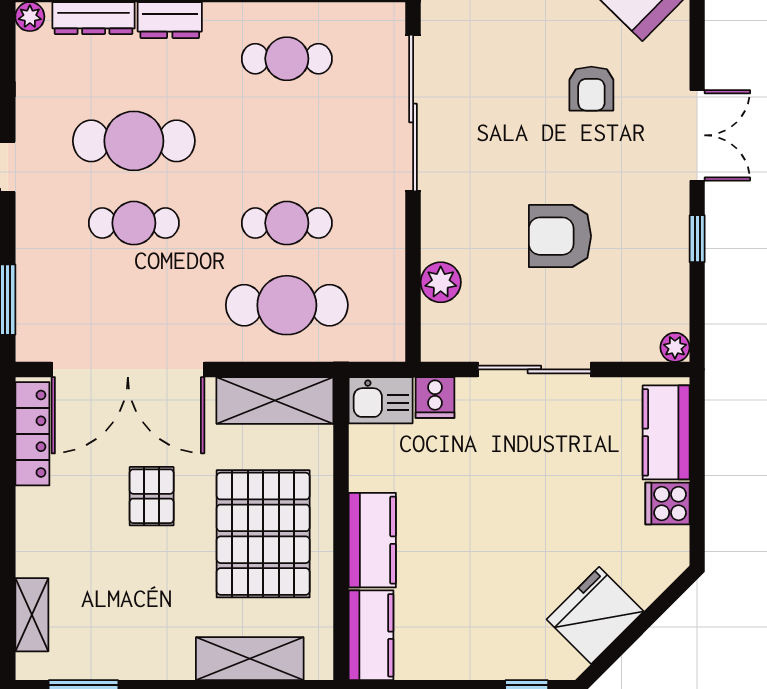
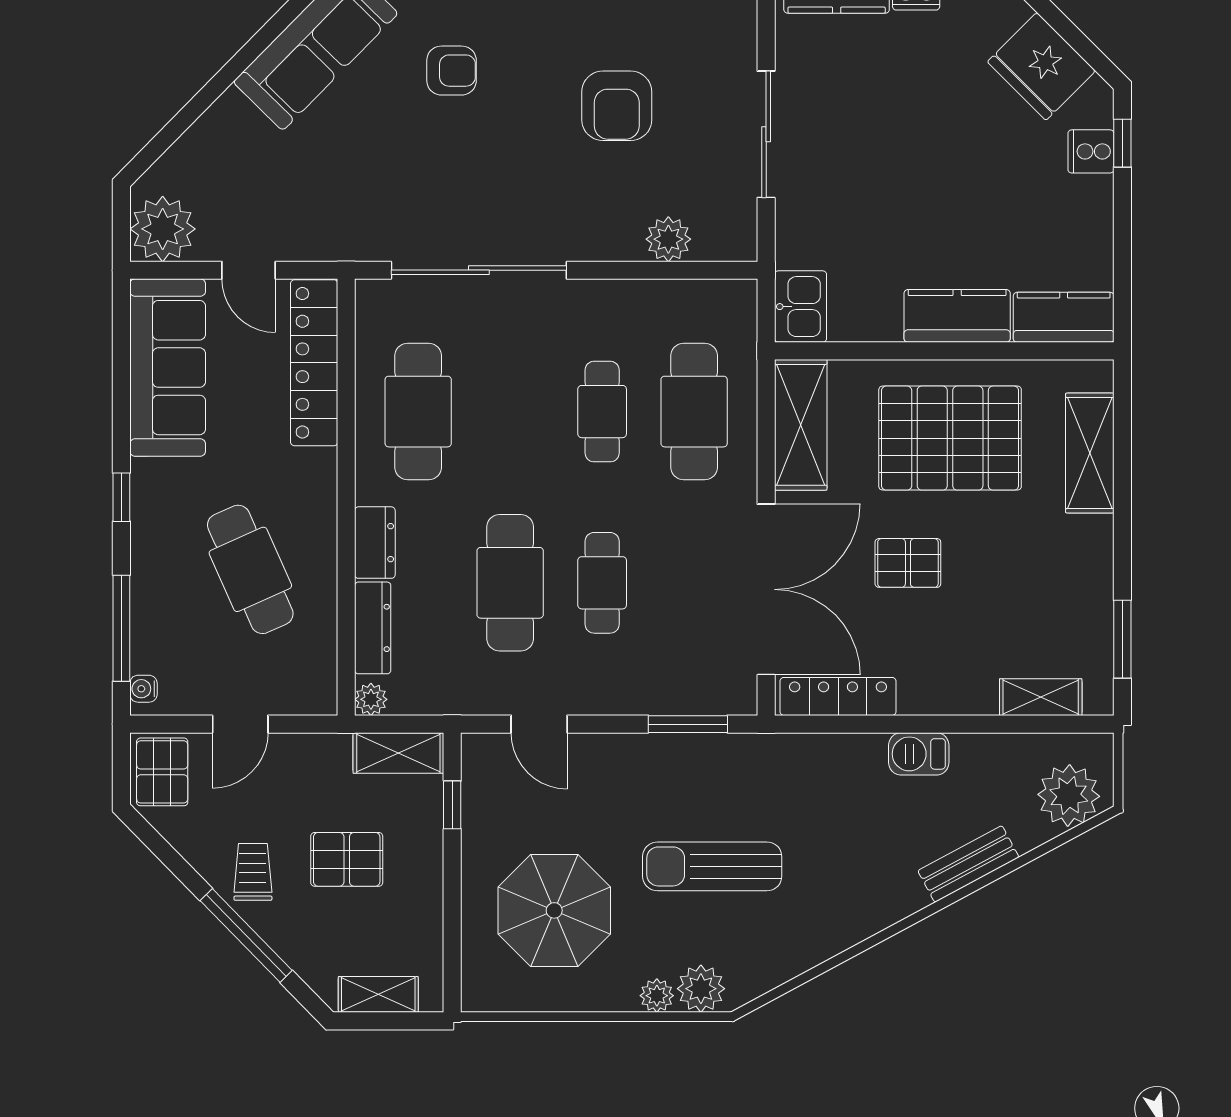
cafe table: (287, 59) -> (418, 412), width x1.37, depth x1.35
cooker: (435, 398) -> (1091, 151), moved, turned 180

